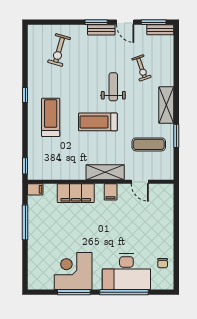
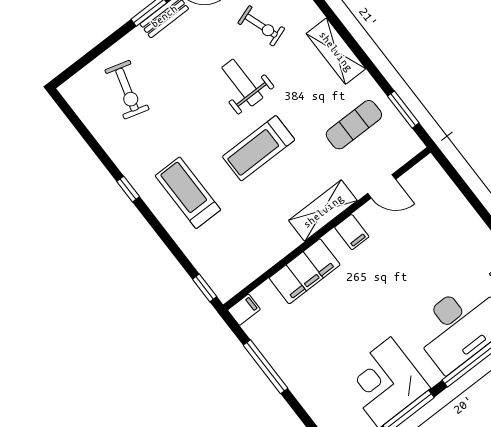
window: (176, 136) -> (403, 110), moved

